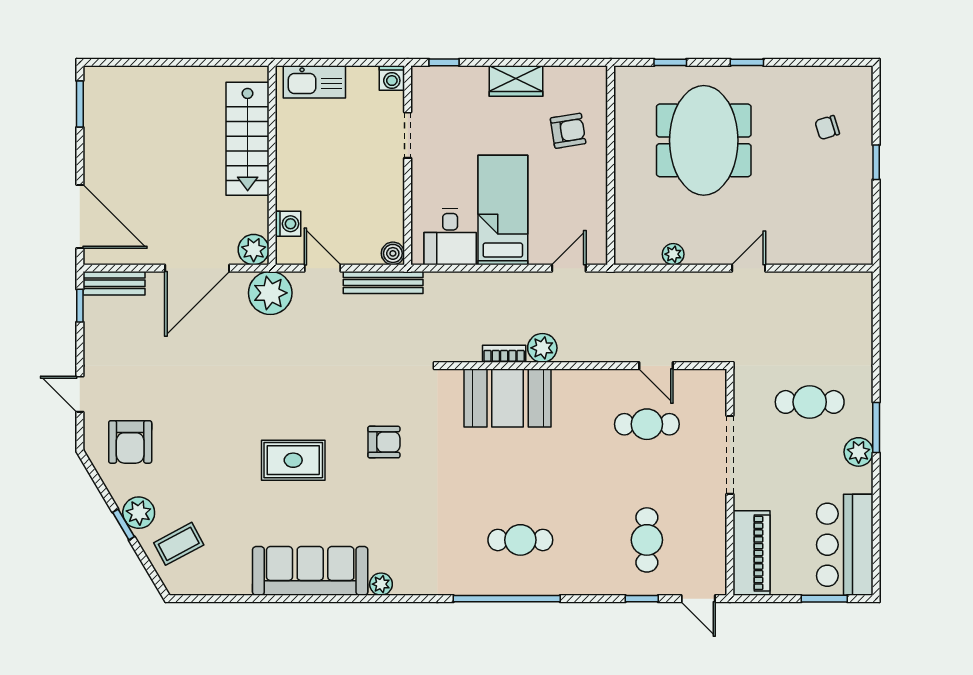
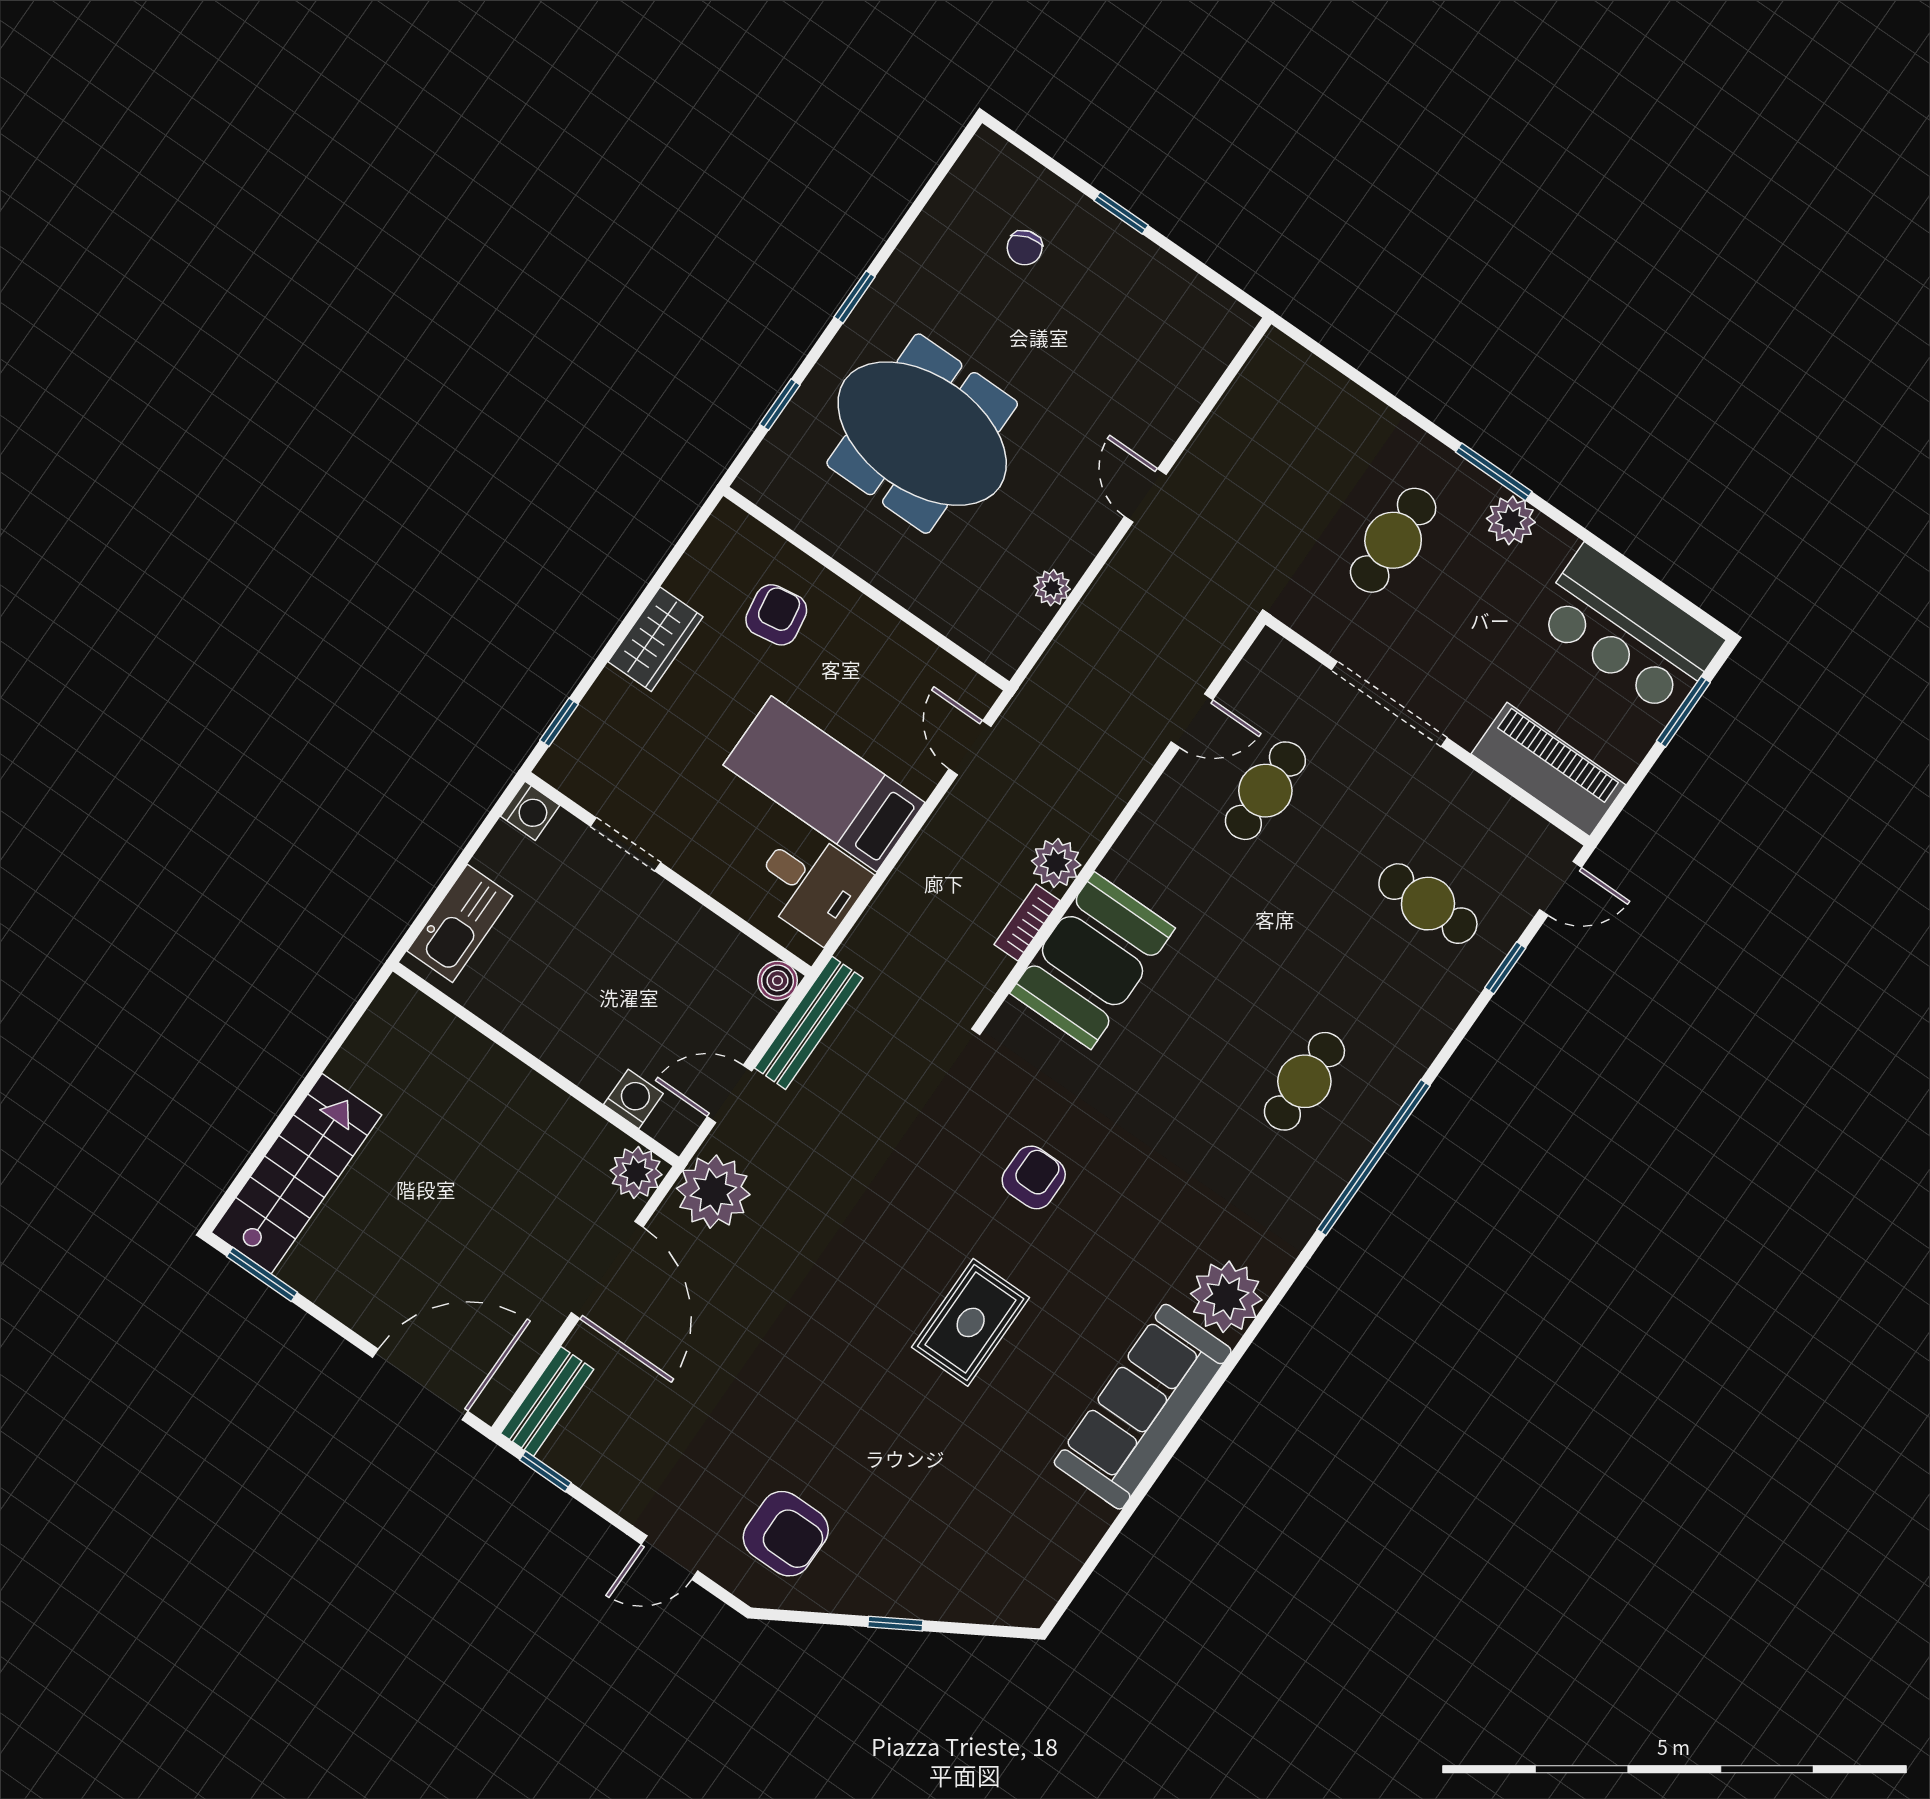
stairs: (248, 139) -> (297, 1174), moved, turned -90
plant: (139, 513) -> (893, 1591), removed
coffee table: (179, 544) -> (976, 1565), removed
plant: (381, 584) -> (1226, 1297), width x1.87, depth x1.87

